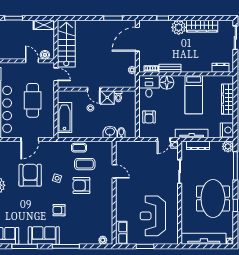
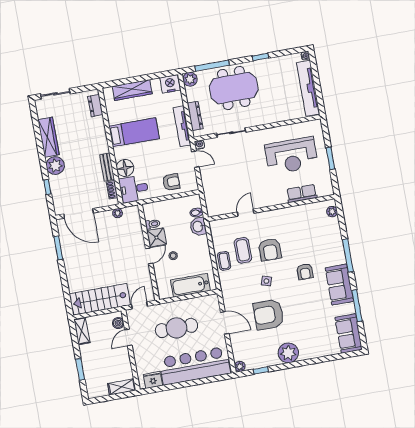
meeting table: (213, 198) -> (234, 88), moved
row of seats: (121, 233) -> (302, 194), moved

